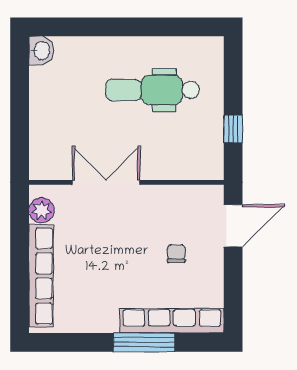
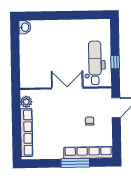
dental chair: (152, 90) -> (95, 63), moved, turned 90
double door: (106, 182) -> (67, 88), moved

